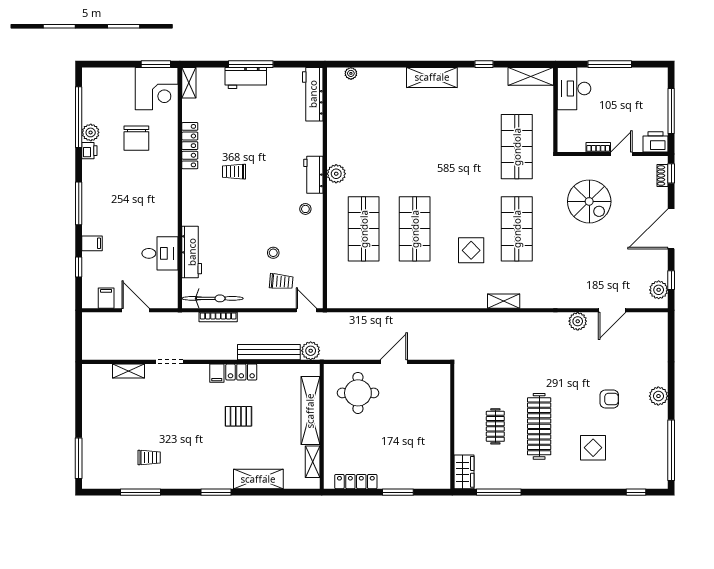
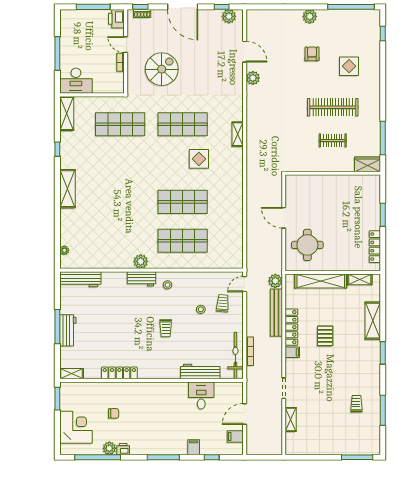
corner desk: (157, 89) -> (76, 427), moved
chair: (136, 138) -> (114, 413), width x0.54, depth x0.54
trolley: (234, 172) -> (166, 328), moved
locker: (241, 372) -> (291, 327), width x1.53

